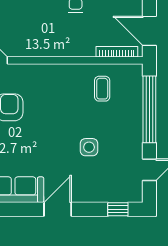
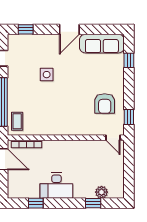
coffee table: (102, 89) -> (17, 121), moved

